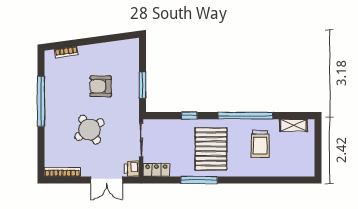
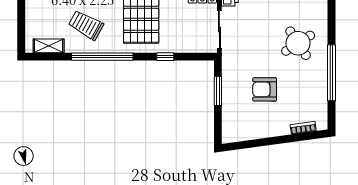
armchair: (101, 86) -> (265, 89), turned 180
round table: (89, 130) -> (298, 43), moved
trolley: (260, 144) -> (86, 25), turned -61

